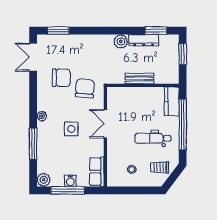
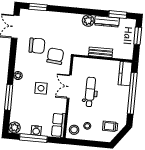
dental chair: (153, 138) -> (90, 92), moved, turned 90
stool: (116, 176) -> (74, 130), added

